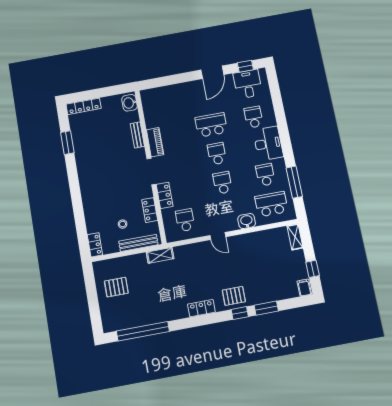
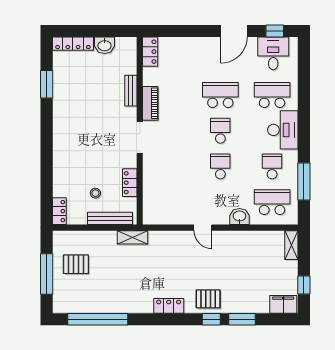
washbasin: (130, 103) -> (105, 45), moved, turned -90
school desk: (254, 117) -> (272, 95), width x1.85
locker: (165, 195) -> (150, 52), moved
school desk: (185, 220) -> (169, 202), removed
filing cabinet: (304, 288) -> (283, 304), width x2.00
window: (93, 300) -> (47, 274), added

